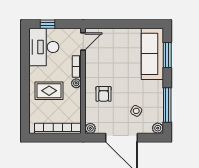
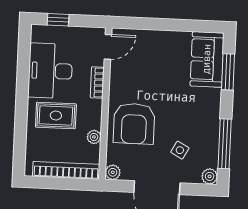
desk: (44, 47) -> (50, 71), moved
sofa: (152, 54) -> (207, 59), width x0.73
plant: (76, 83) -> (94, 137), moved
armchair: (104, 94) -> (134, 124), width x1.88, depth x1.88

